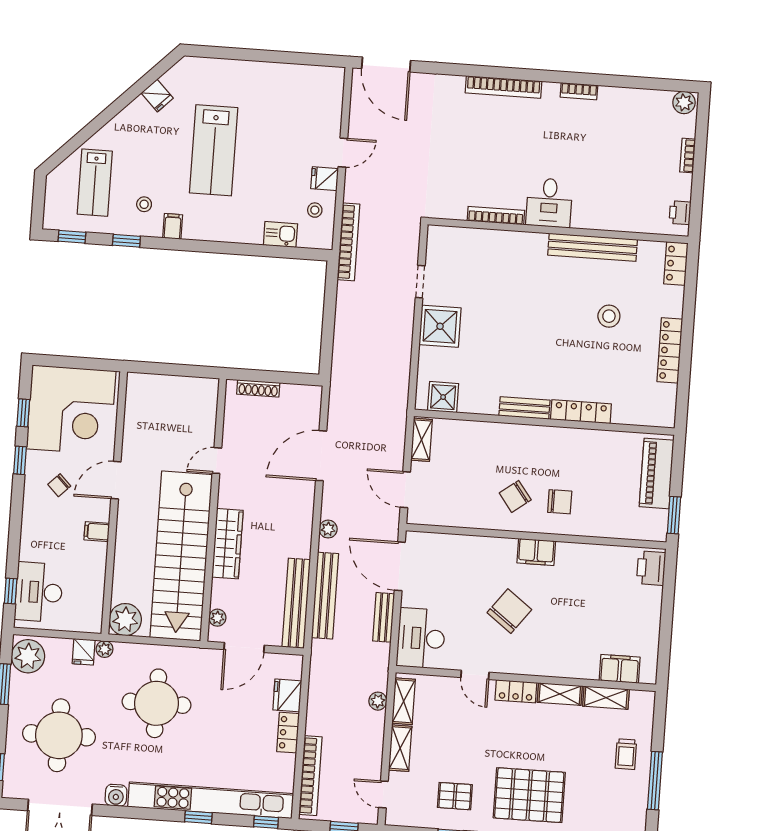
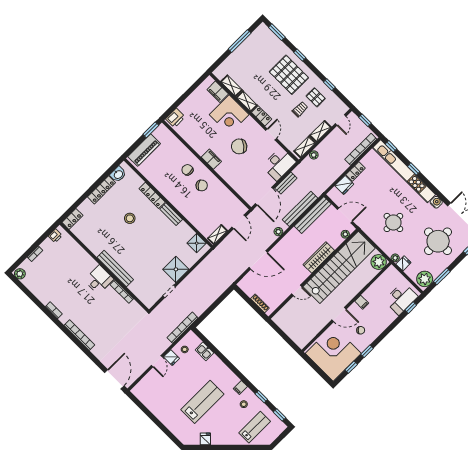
door: (343, 153) -> (157, 361), swing flipped
bench: (593, 247) -> (115, 268), moved
stool: (609, 316) -> (130, 218), moved
washbasin: (665, 398) -> (118, 174), added
corner desk: (570, 648) -> (229, 115), added
round table: (157, 703) -> (393, 222), width x0.73, depth x0.73
trolley: (626, 754) -> (300, 109), moved

